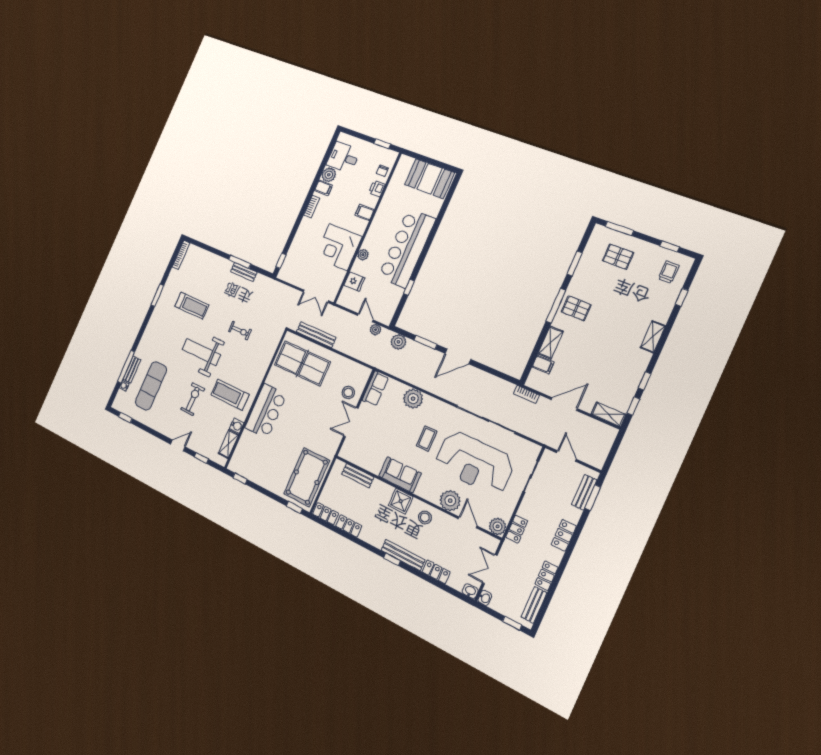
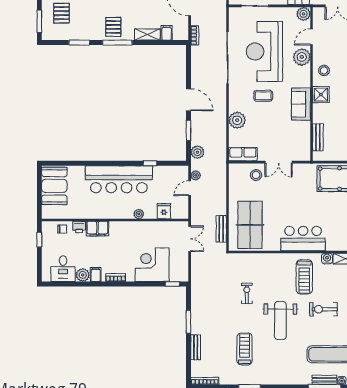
filing cabinet: (364, 212) -> (97, 229), width x2.00
corner desk: (338, 247) -> (152, 265), moved, turned 180
bench: (244, 272) -> (196, 347), moved
bench: (316, 335) -> (221, 229), width x0.73
reception desk: (474, 463) -> (264, 51), turned 180

